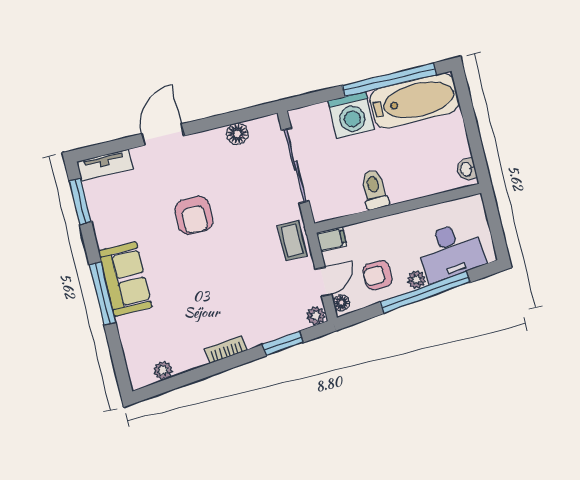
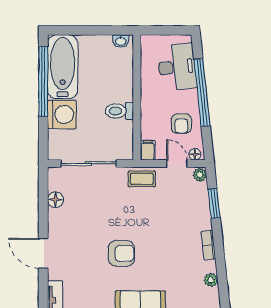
armchair: (194, 215) -> (121, 253), moved
plant: (416, 280) -> (191, 96), removed
plant: (163, 370) -> (211, 280), moved

